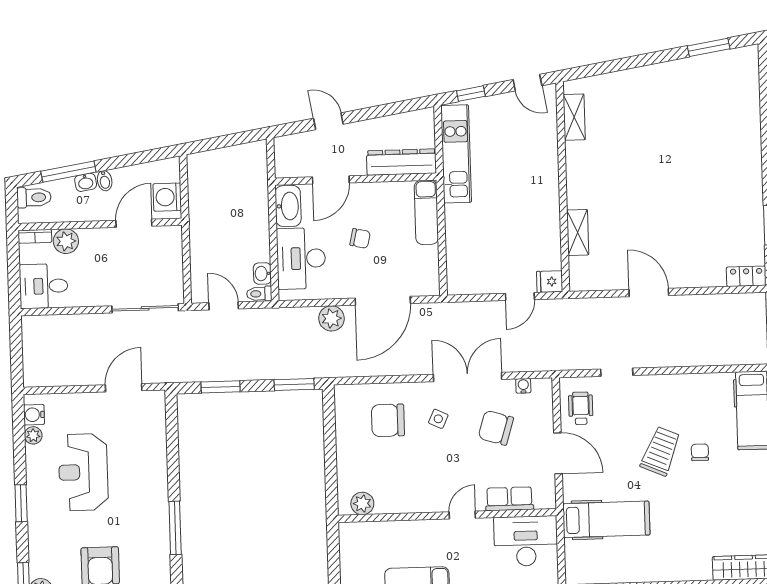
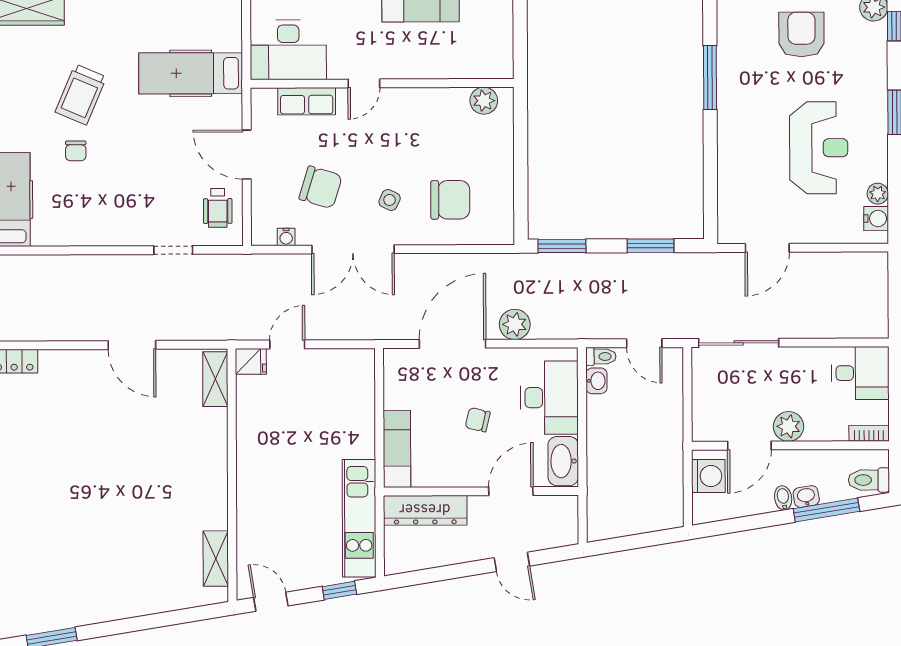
shelving: (578, 232) -> (215, 379), moved
plant: (66, 241) -> (789, 426), moved
trolley: (661, 451) -> (81, 95), moved

